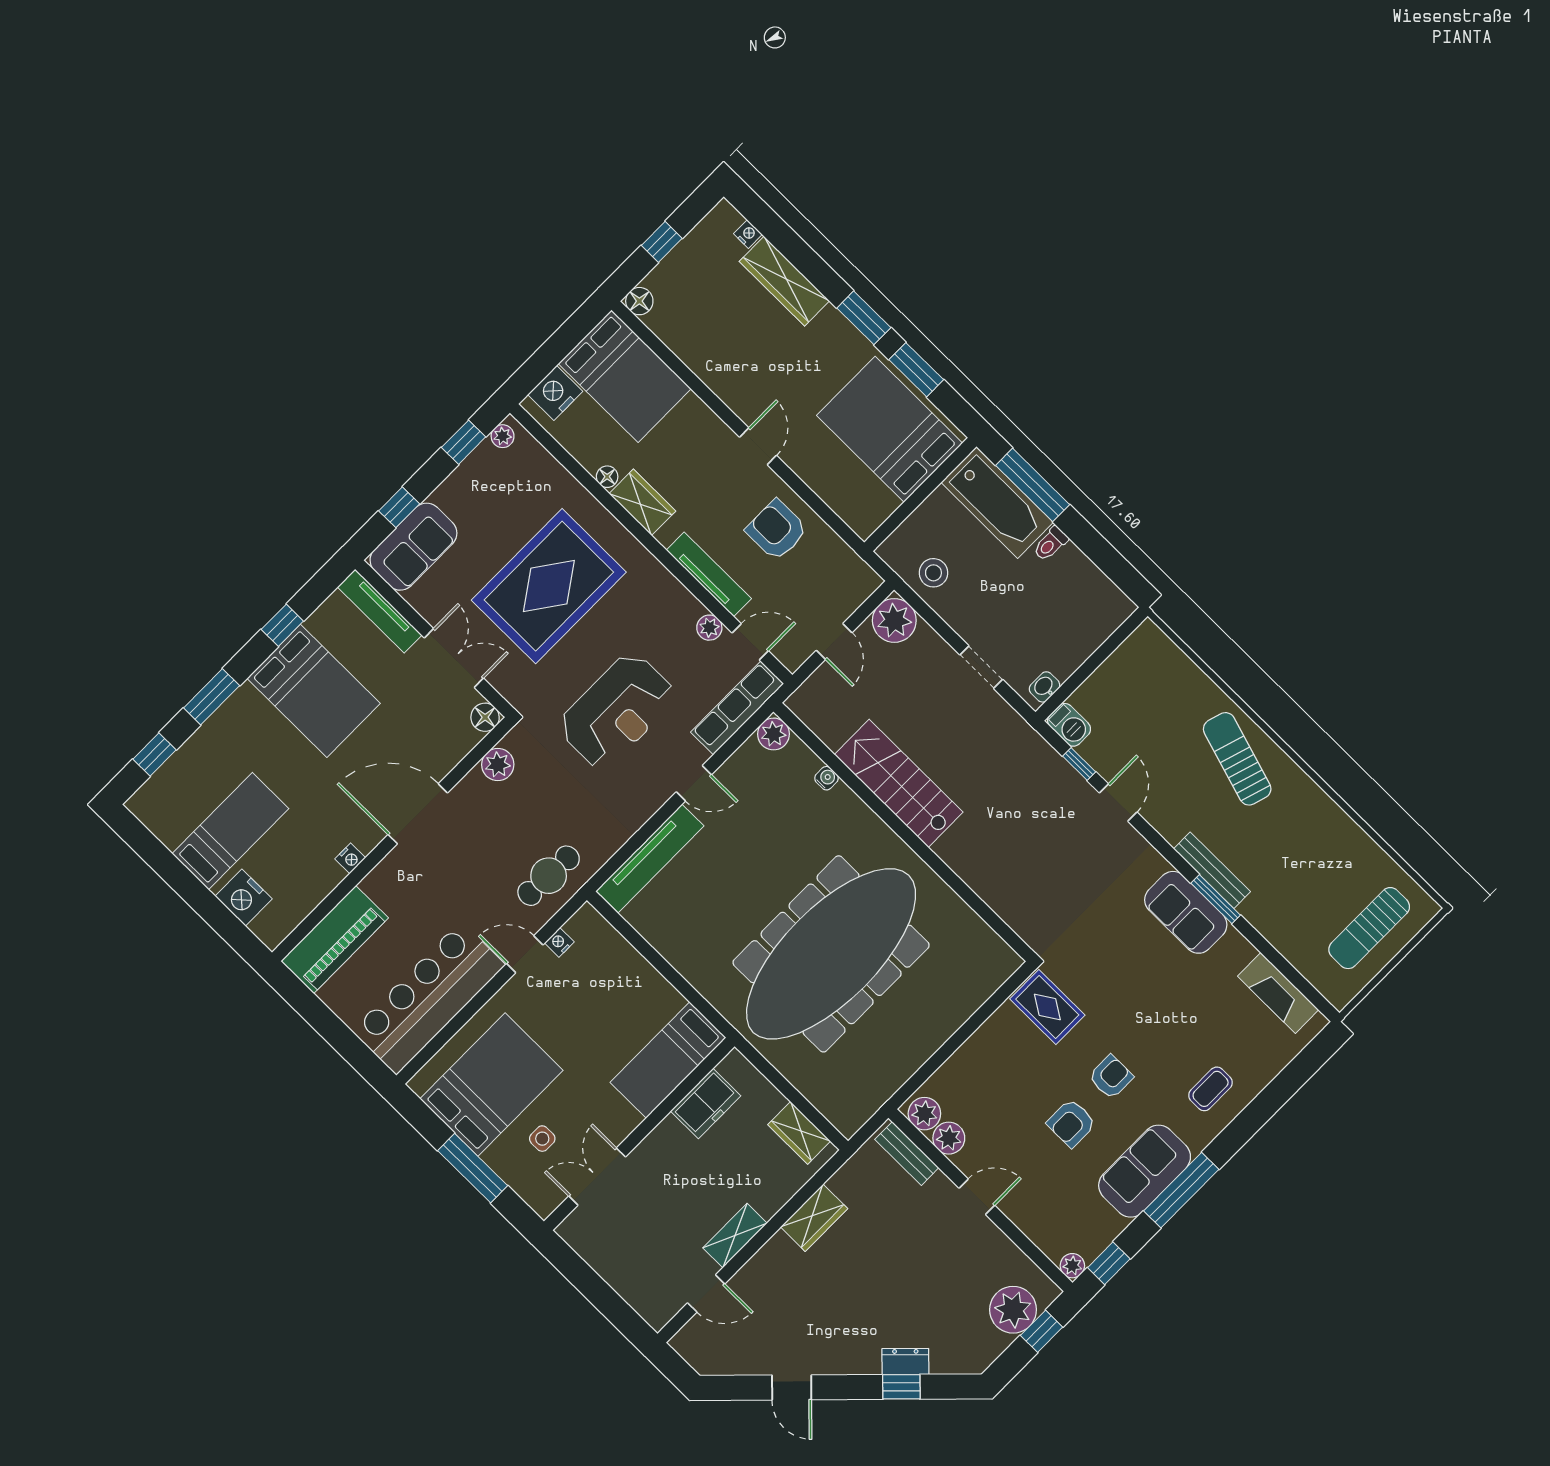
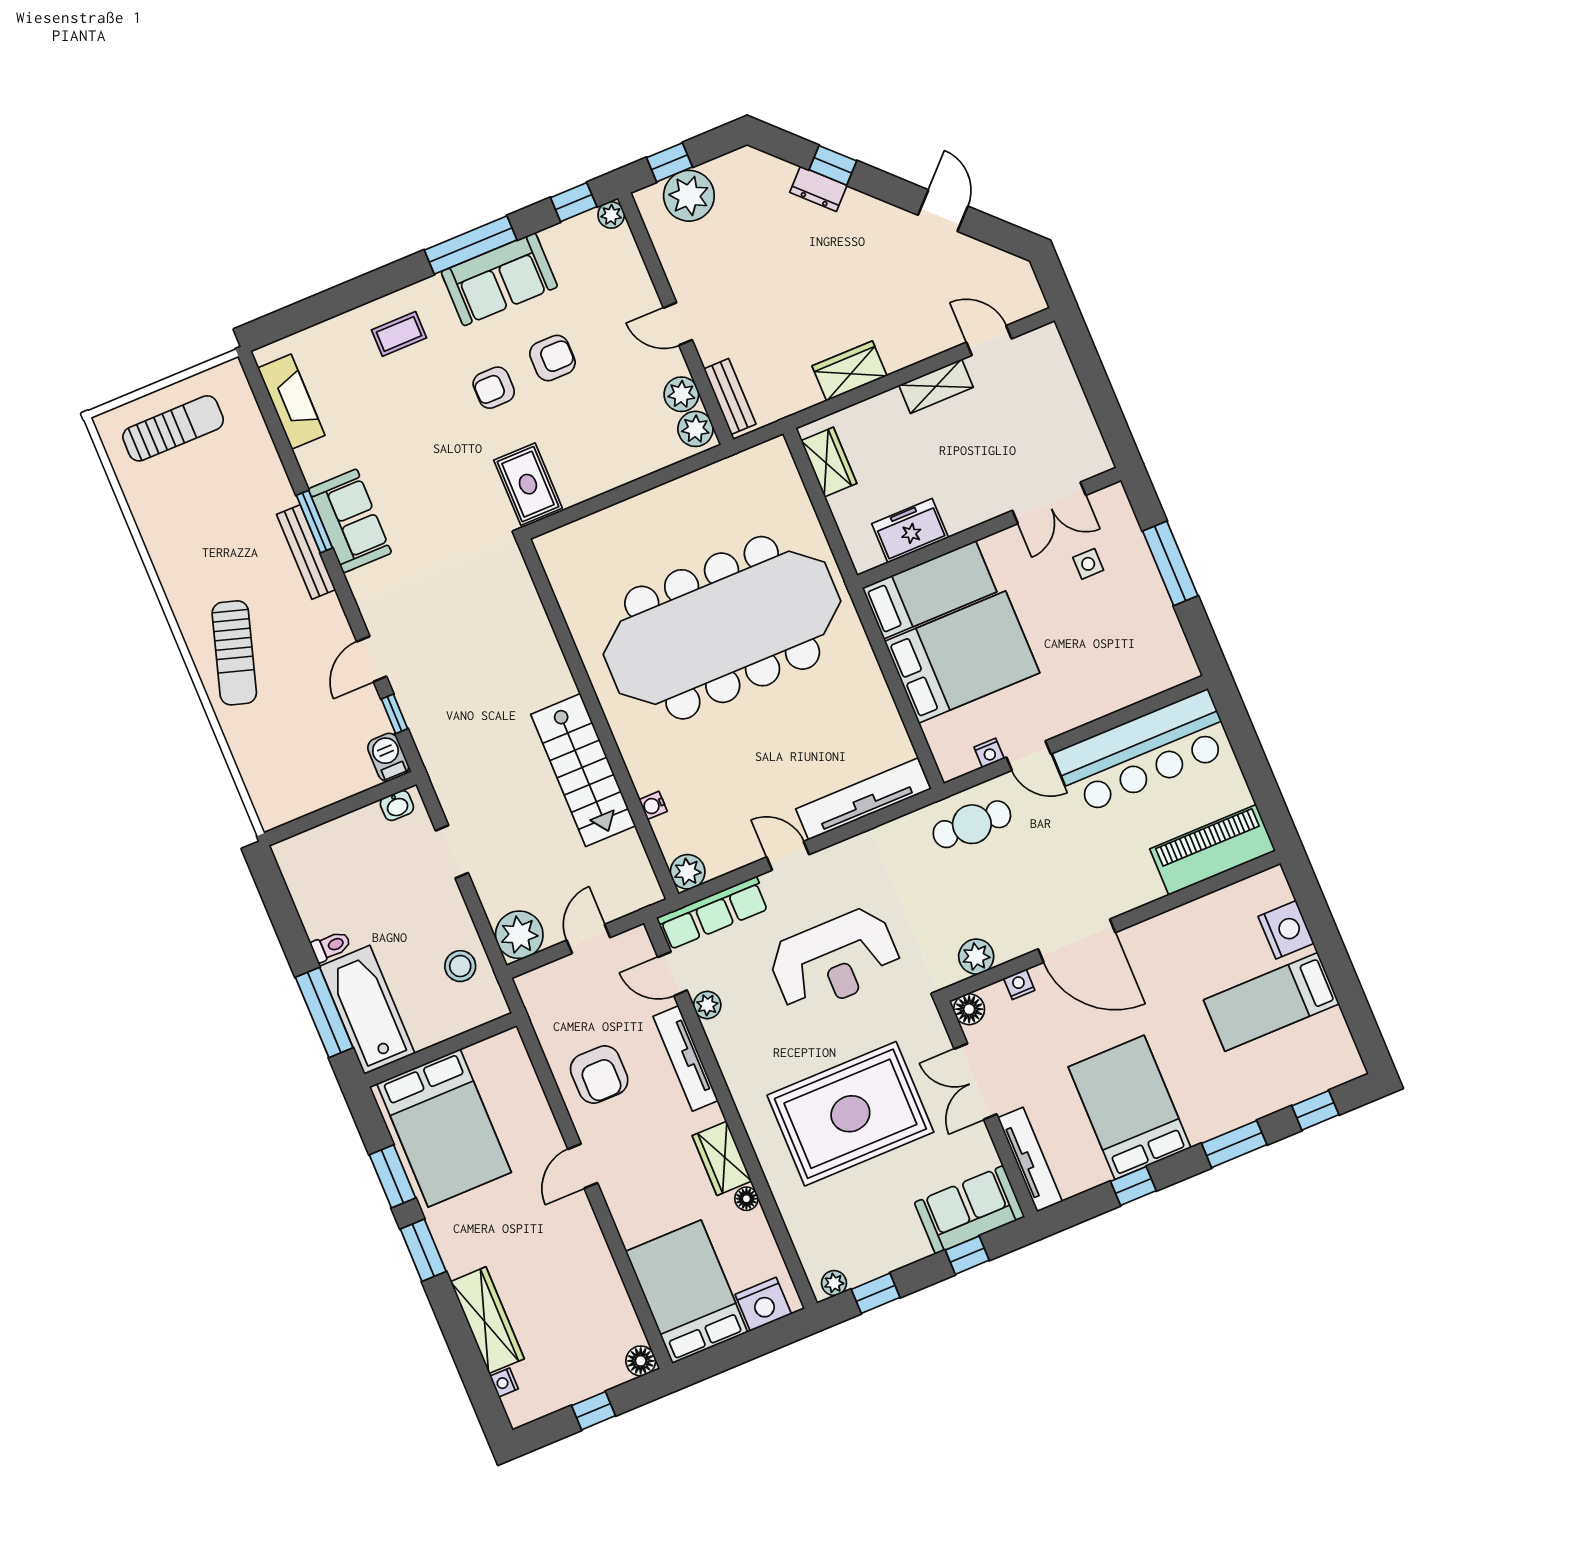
reception desk: (617, 711) -> (835, 960), turned 180
nightstand: (350, 858) -> (1019, 984), moved
bed: (491, 1085) -> (962, 657), moved, turned 180

